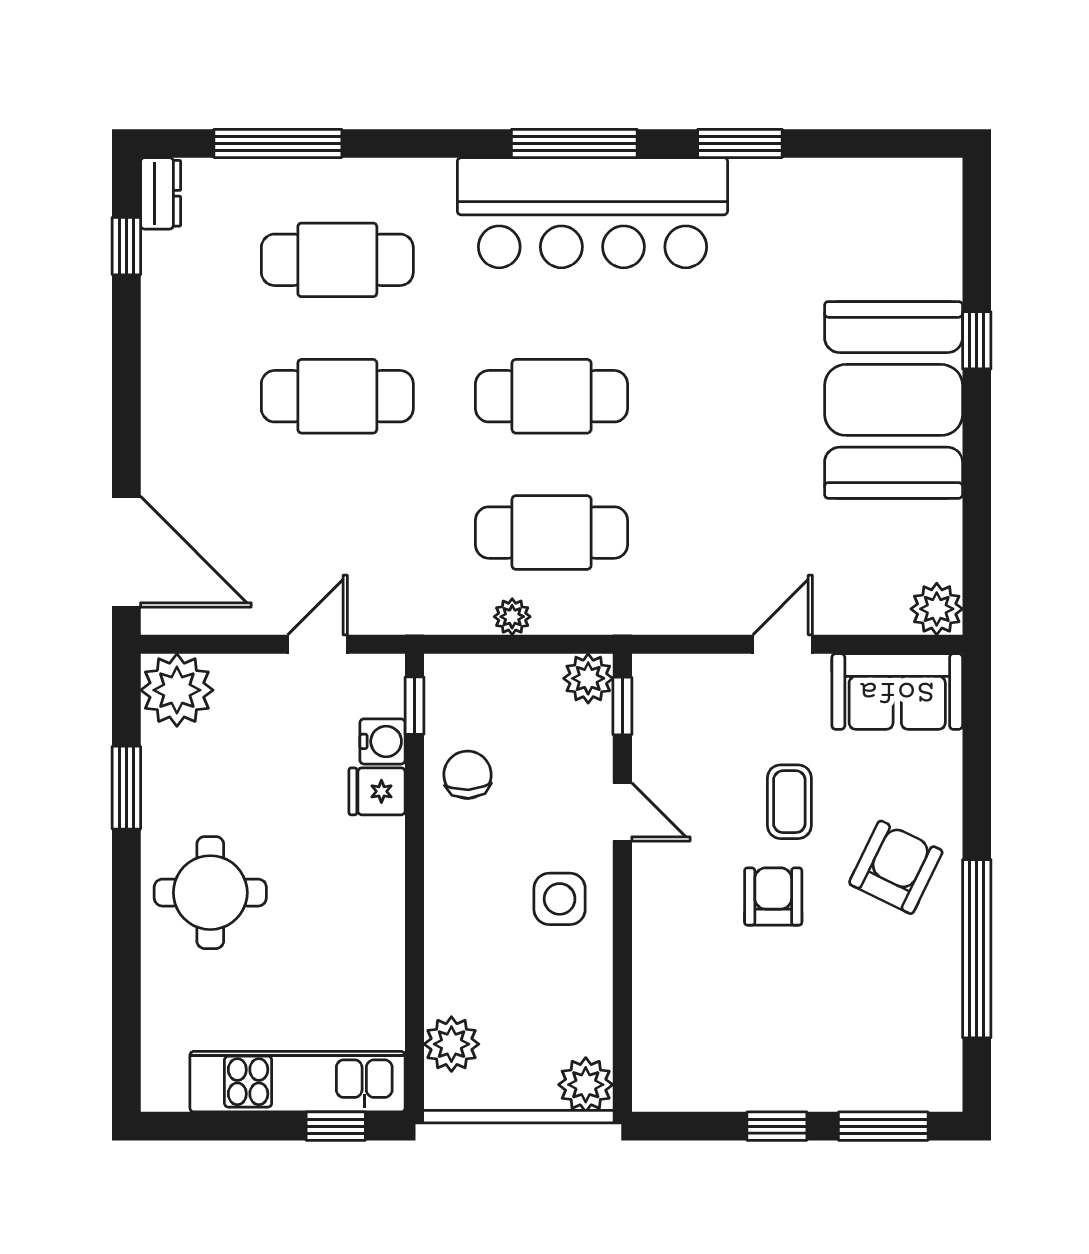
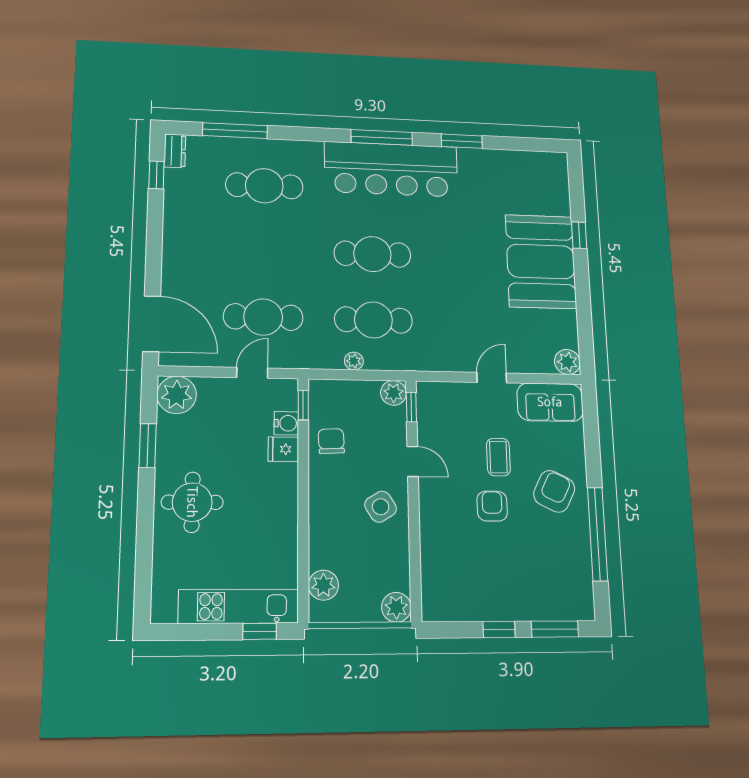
cafe table: (337, 396) -> (263, 317), moved
side table: (560, 899) -> (381, 507), turned -32

